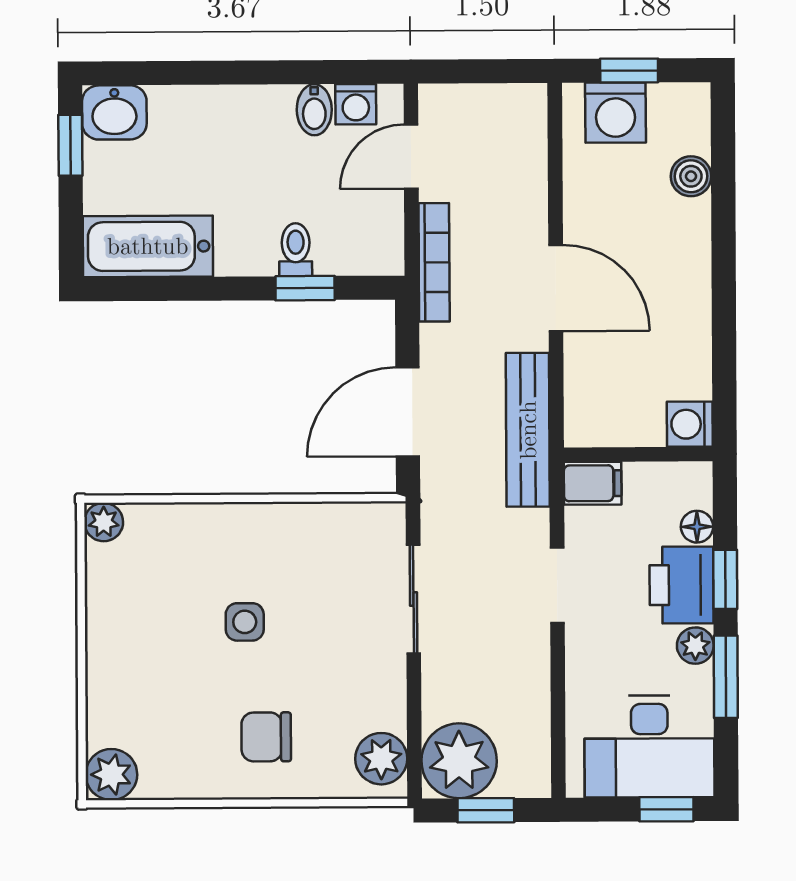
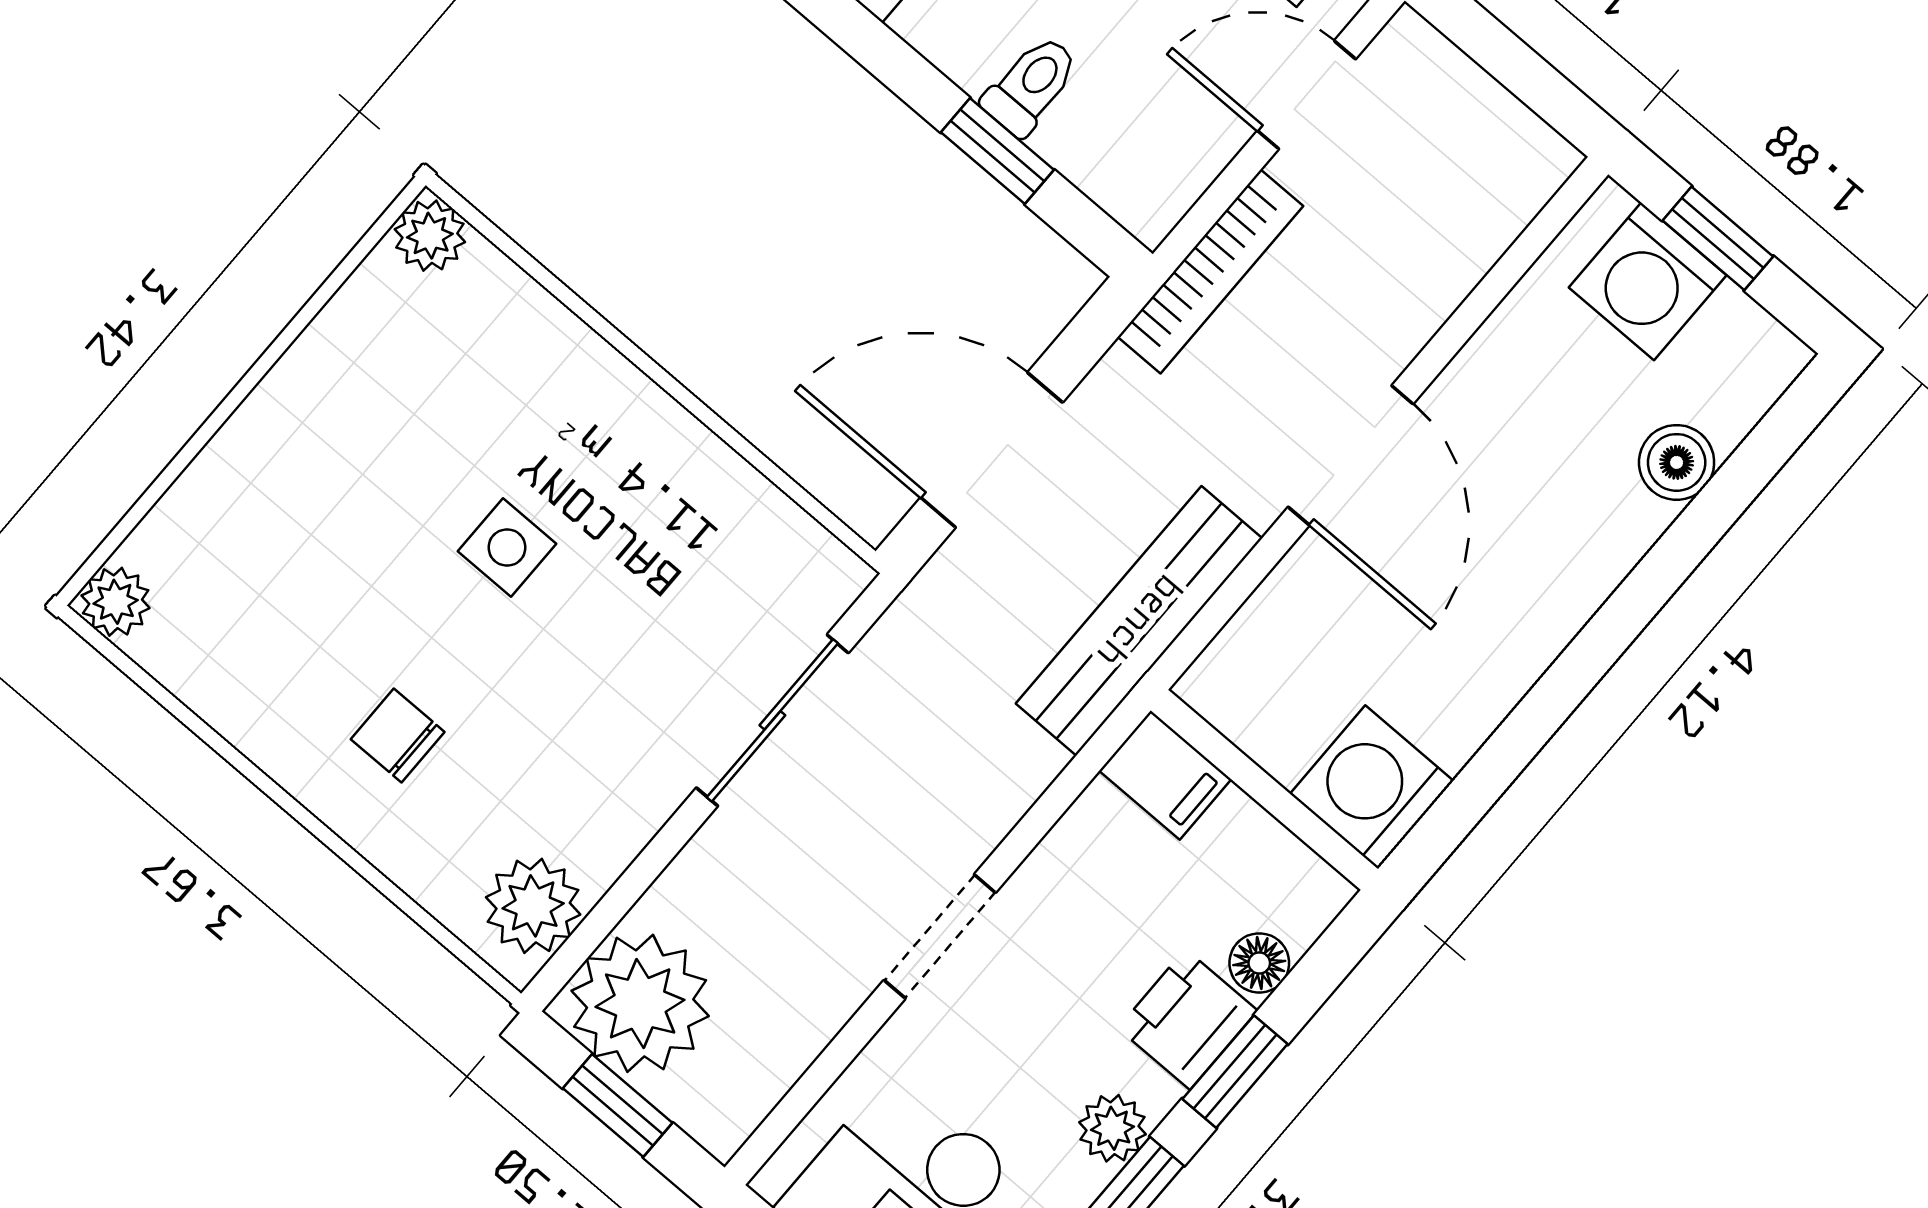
washing machine: (690, 424) -> (1372, 787), width x1.38, depth x1.38
doorway: (557, 585) -> (940, 936), moved
printer: (682, 585) -> (1188, 1019), width x0.73, depth x0.81
chair: (266, 737) -> (398, 736), width x0.73, depth x0.73
plant: (111, 775) -> (116, 602), width x0.73, depth x0.73

